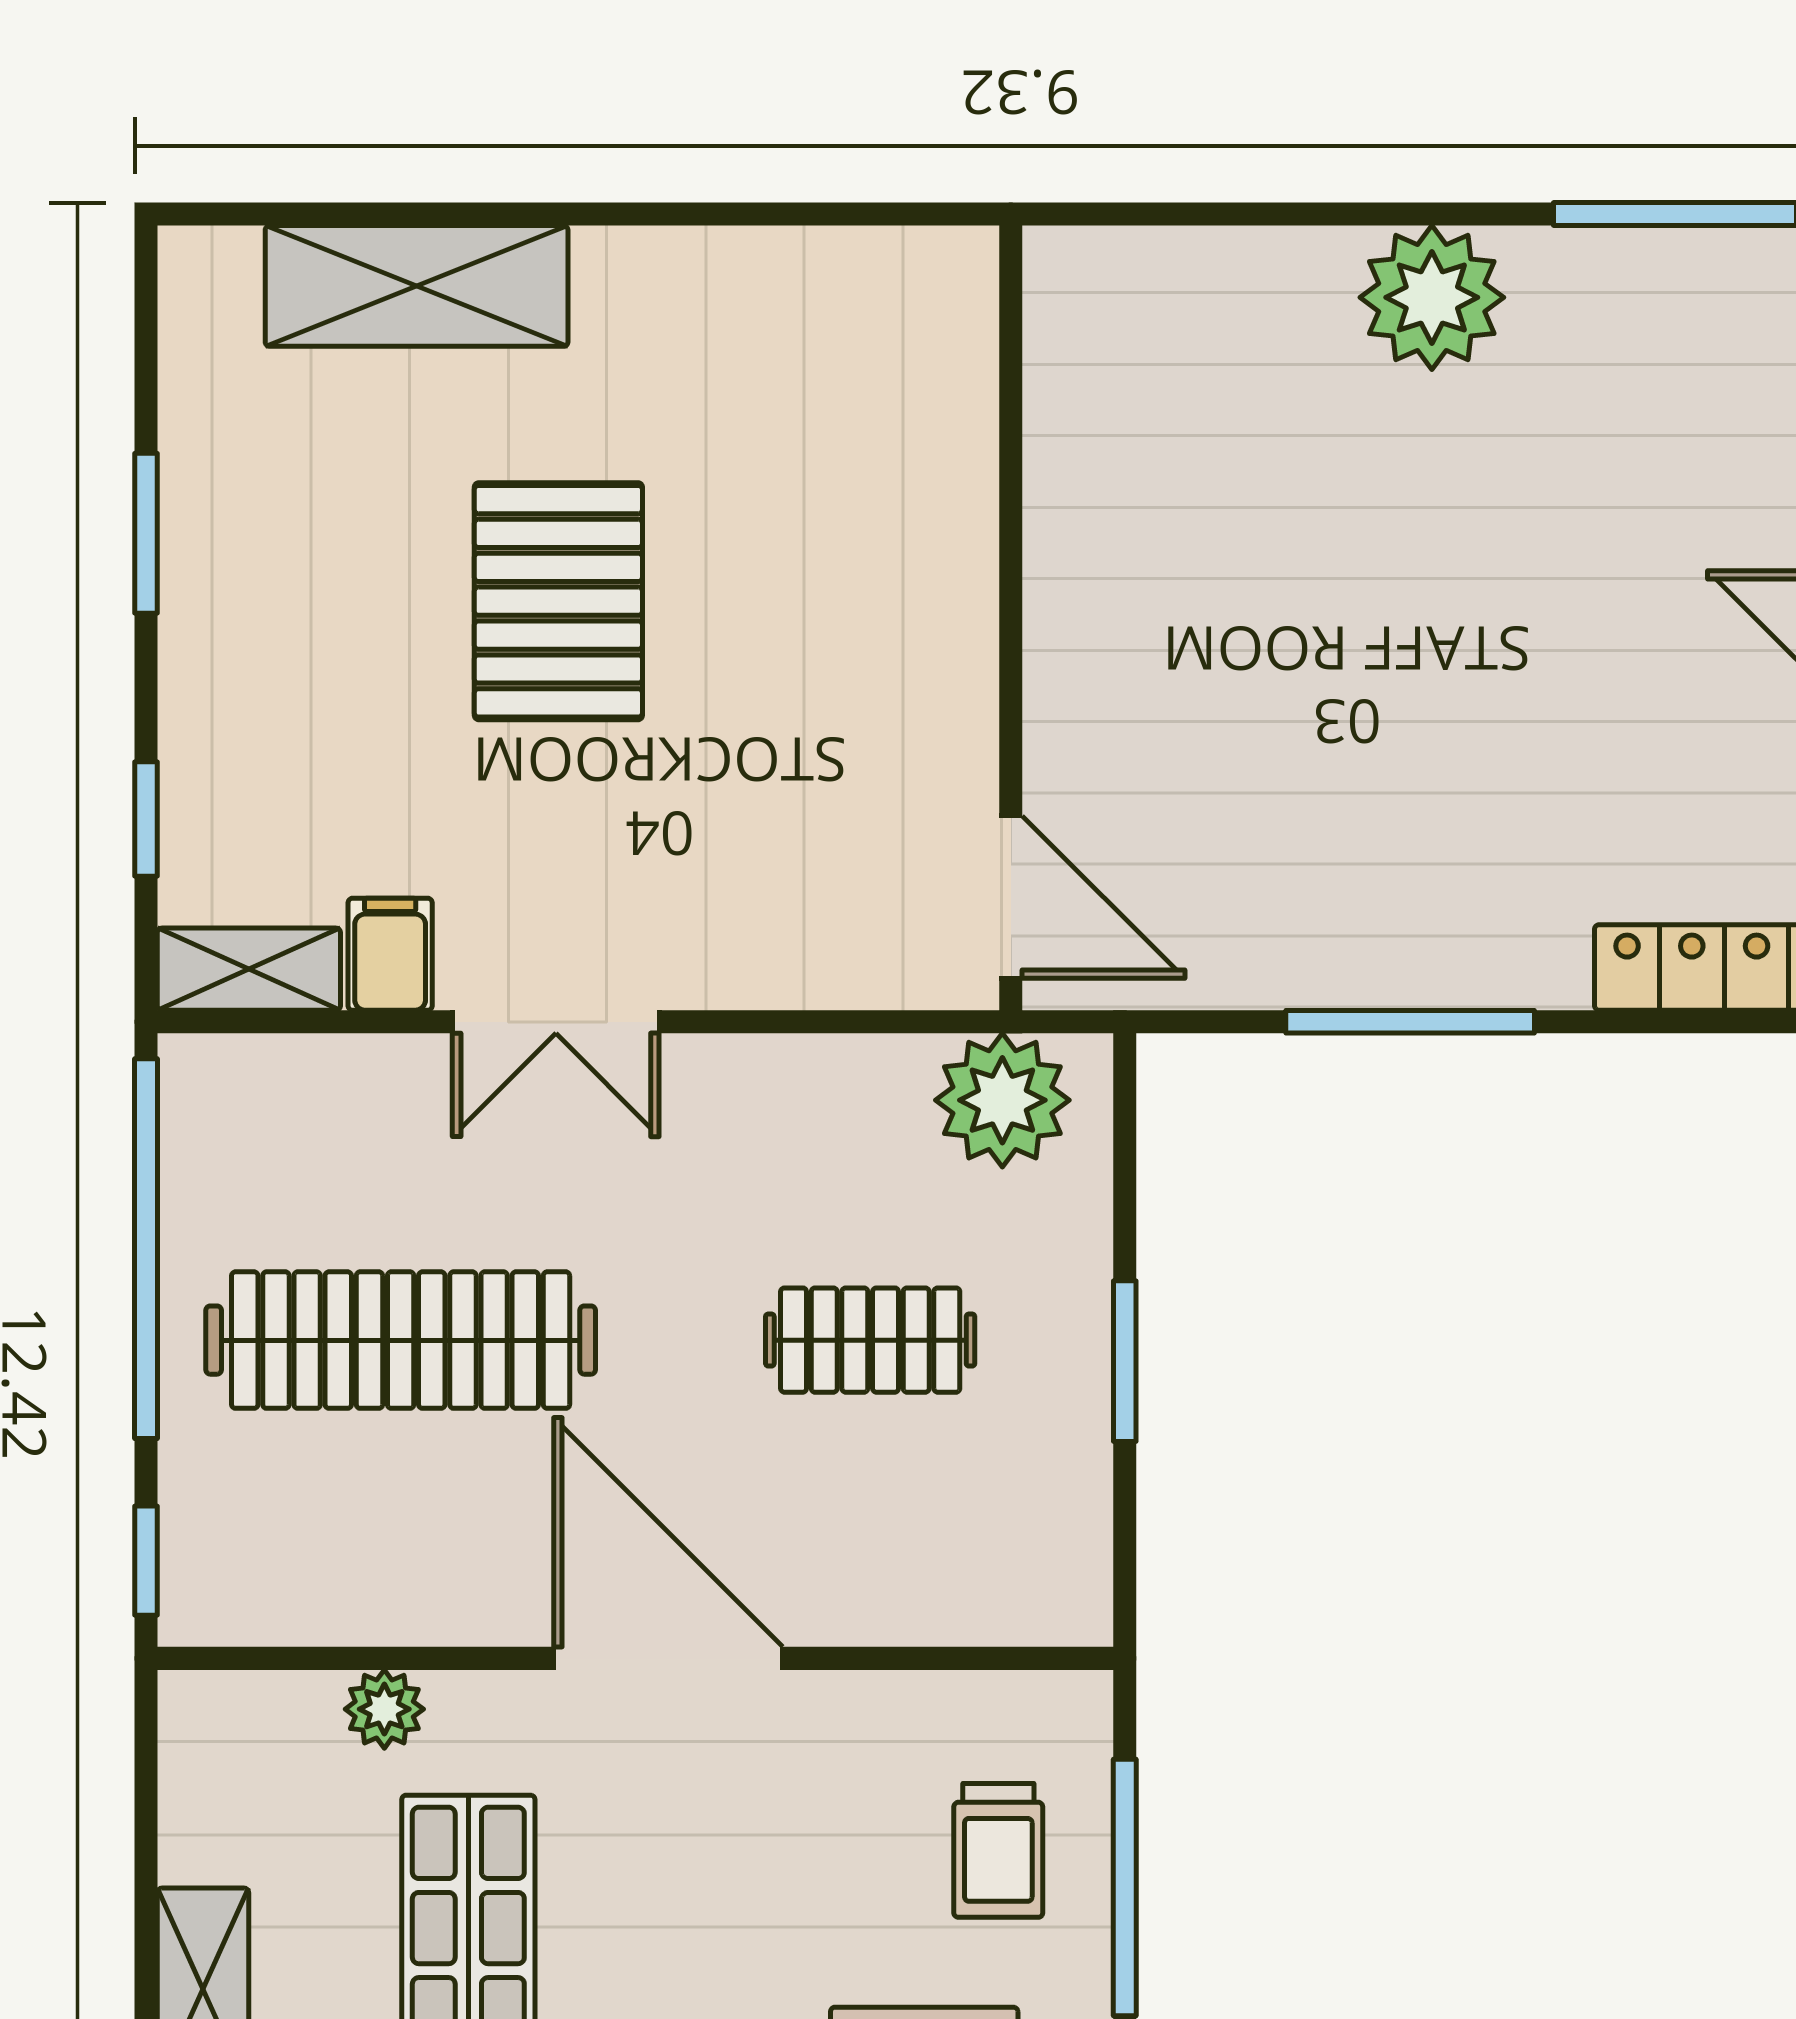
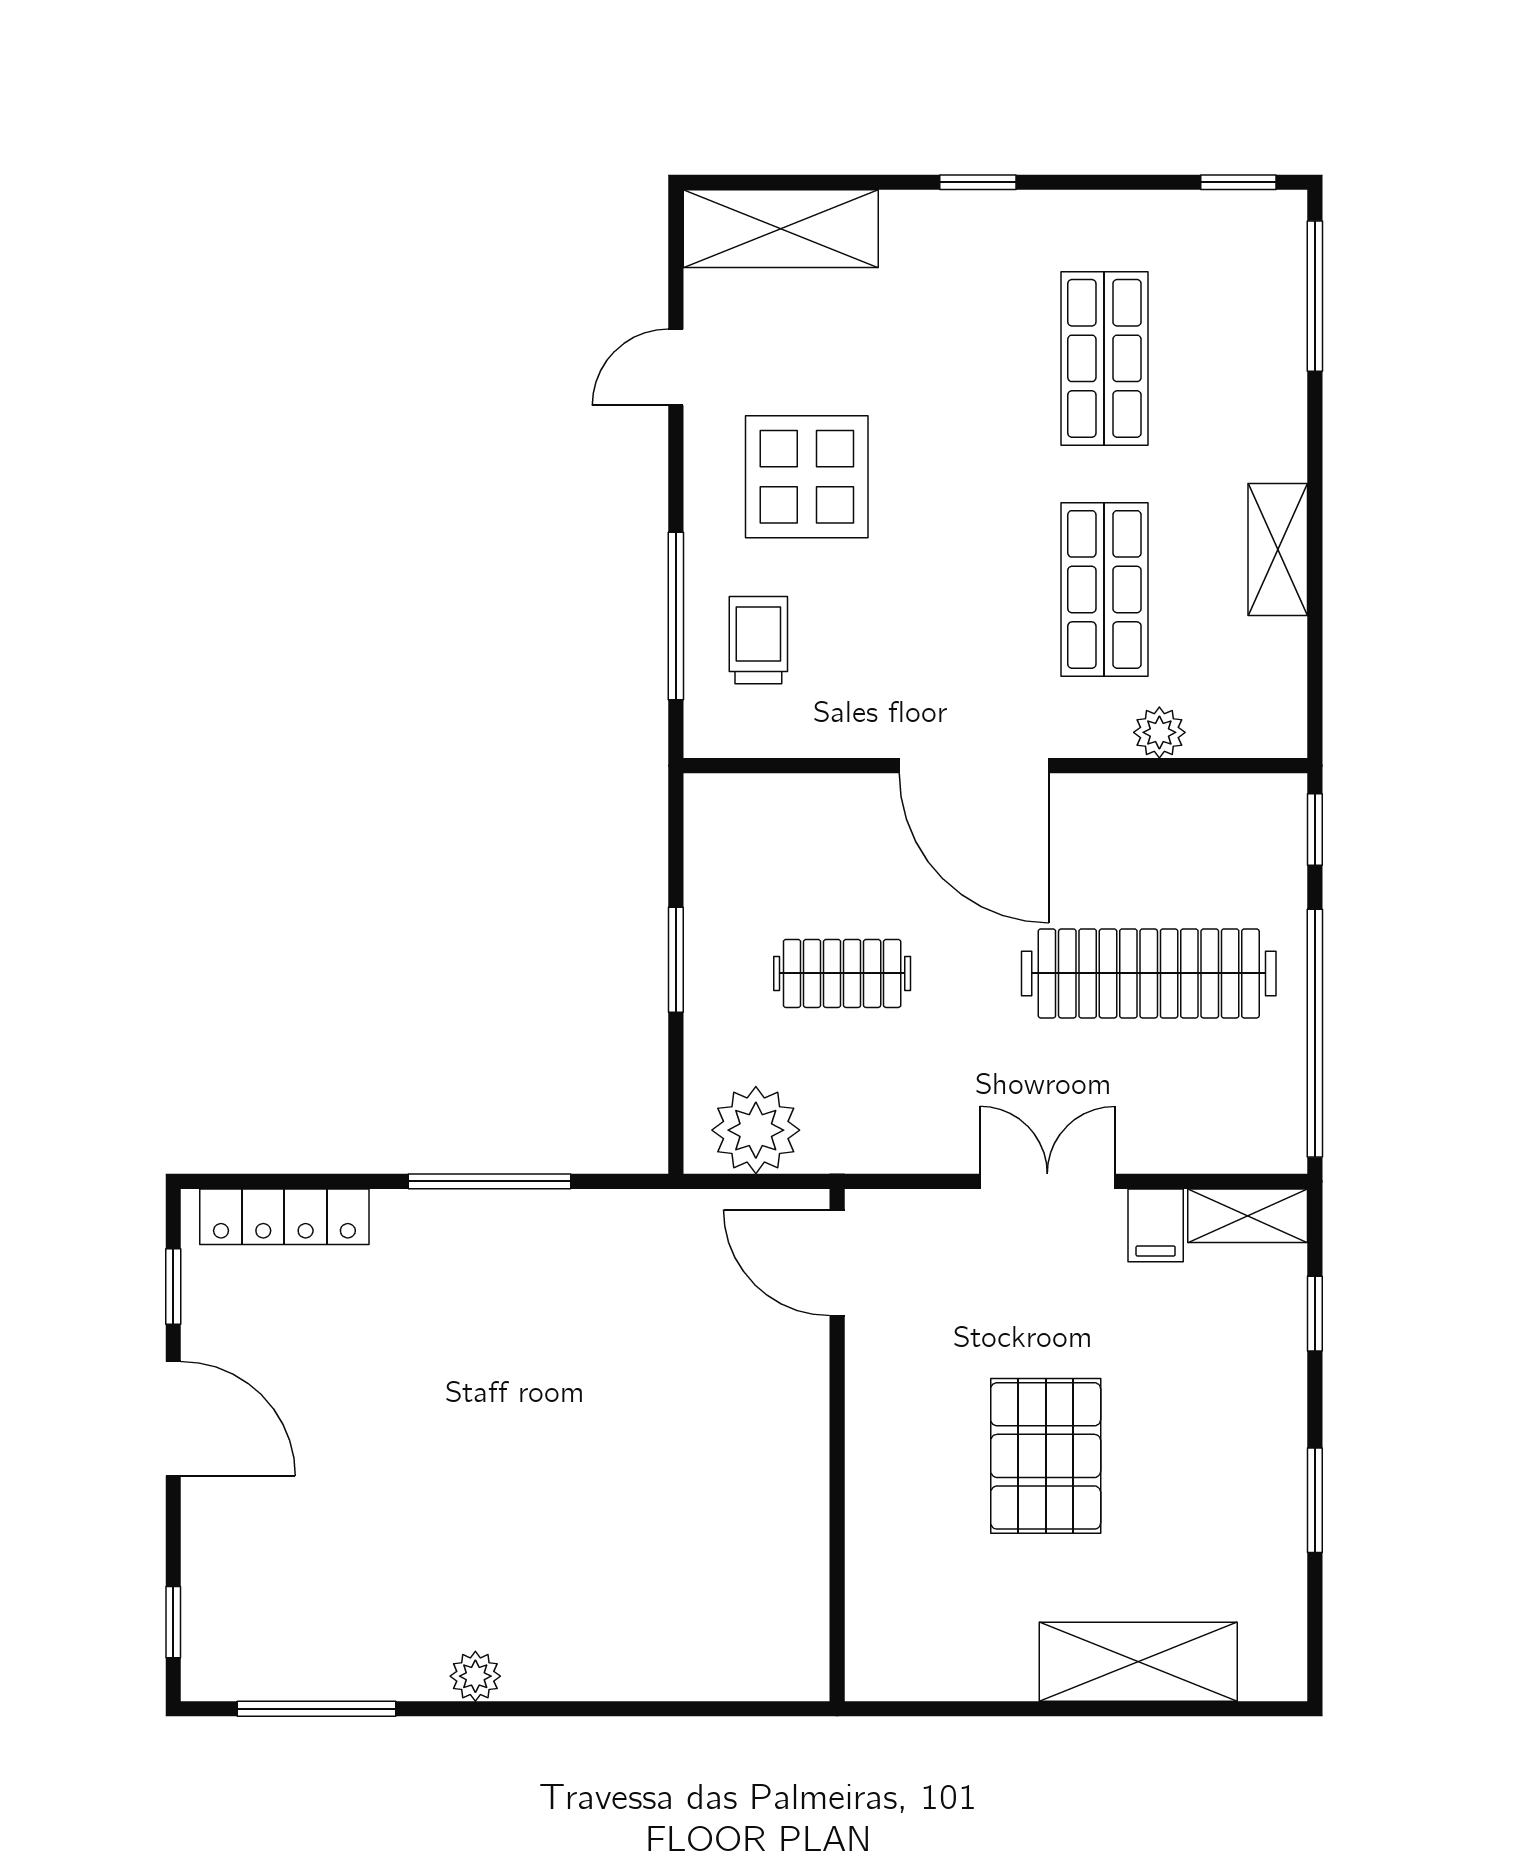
plant: (1432, 297) -> (475, 1676), width x0.53, depth x0.53
wall: (1011, 618) -> (837, 1445), moved
door: (1011, 897) -> (837, 1263), moved

